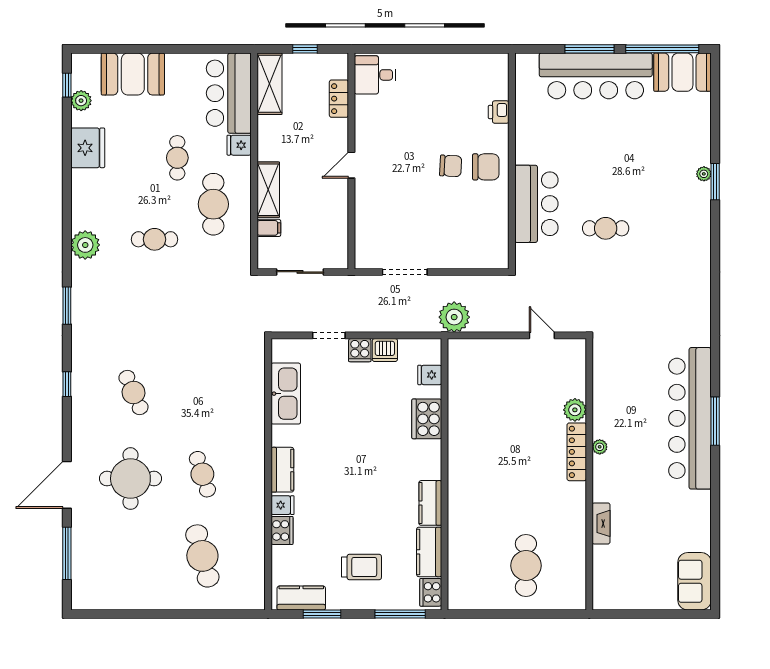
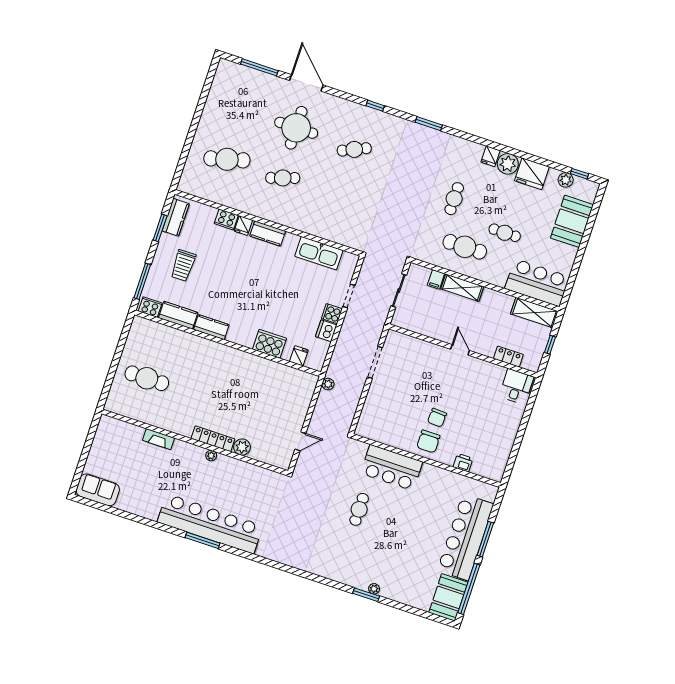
fridge: (239, 145) -> (490, 156), moved, turned 180
plant: (85, 245) -> (508, 164), moved
plant: (454, 317) -> (328, 384), width x0.53, depth x0.53

